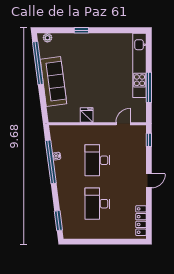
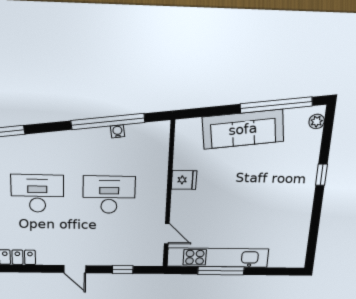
kitchen unit: (139, 65) -> (218, 258), moved
window: (149, 140) -> (123, 270), moved

